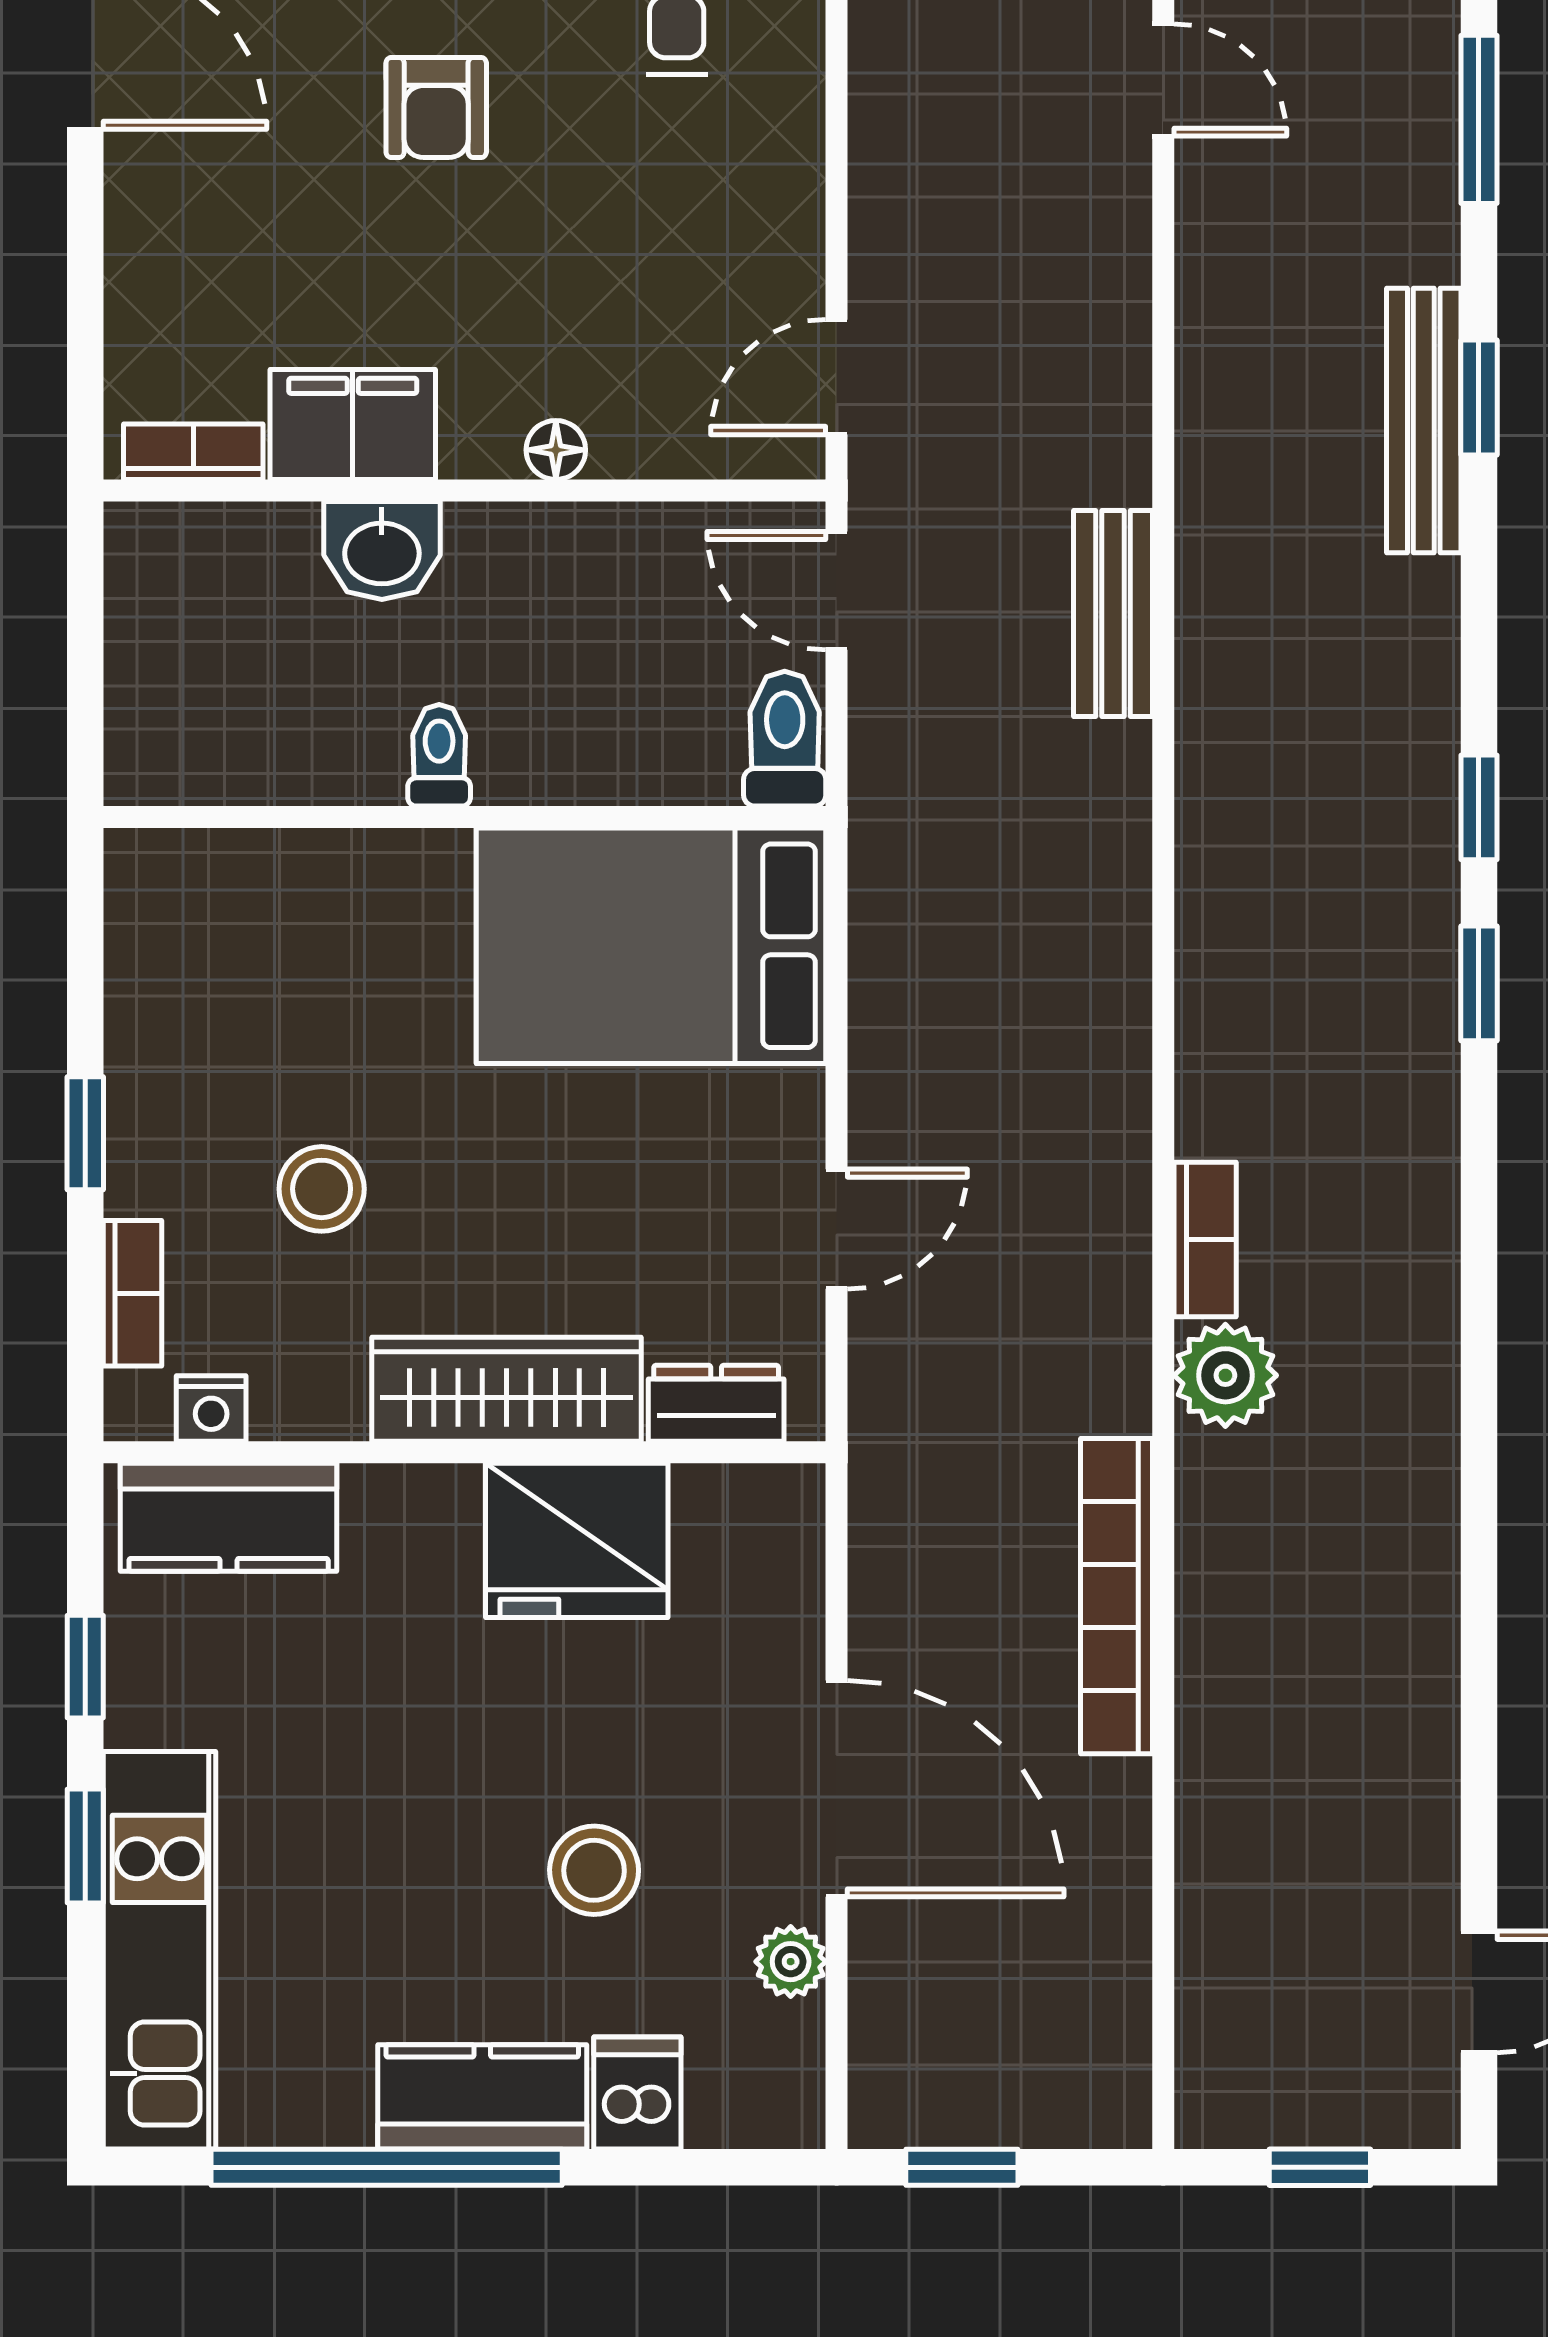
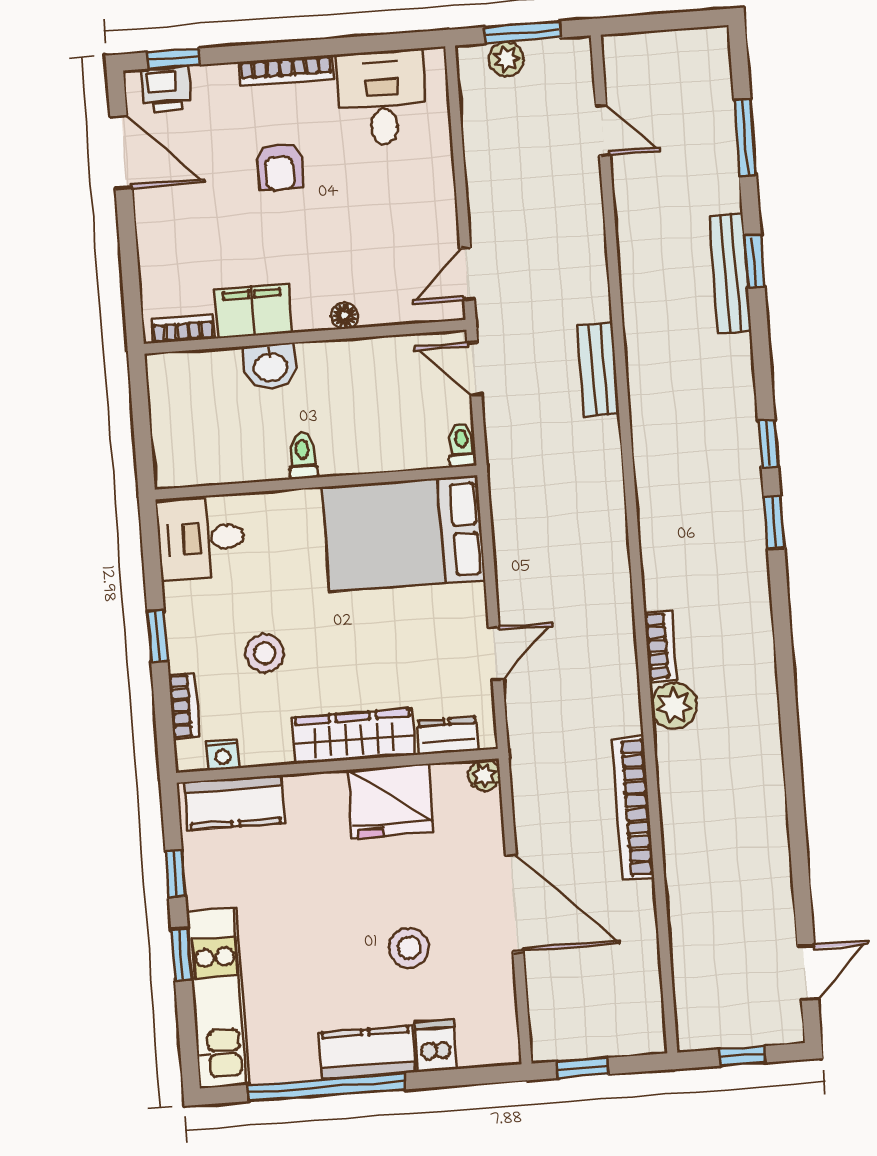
toilet: (785, 739) -> (462, 445), width x0.73, depth x0.72
desk: (199, 922) -> (201, 538), added
plant: (791, 1962) -> (484, 775), moved

